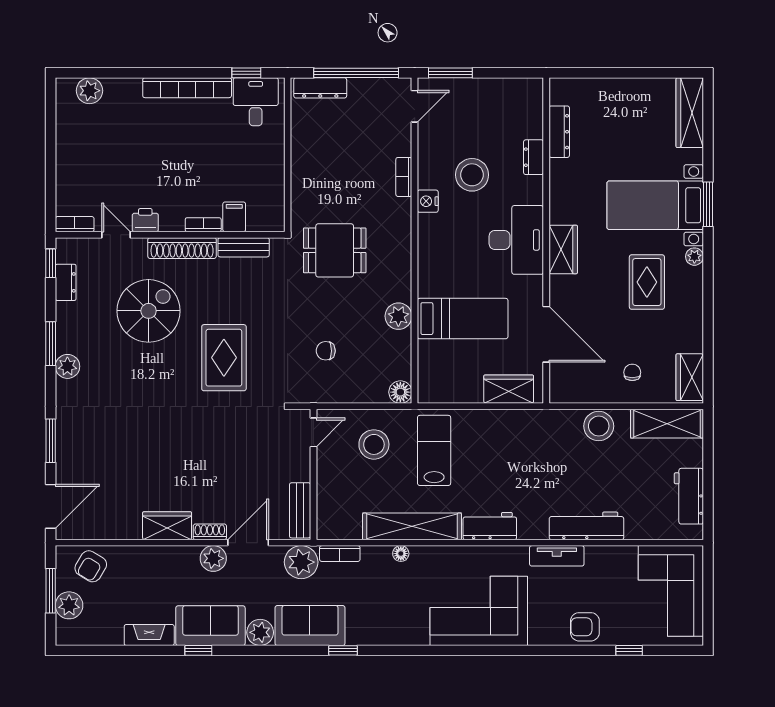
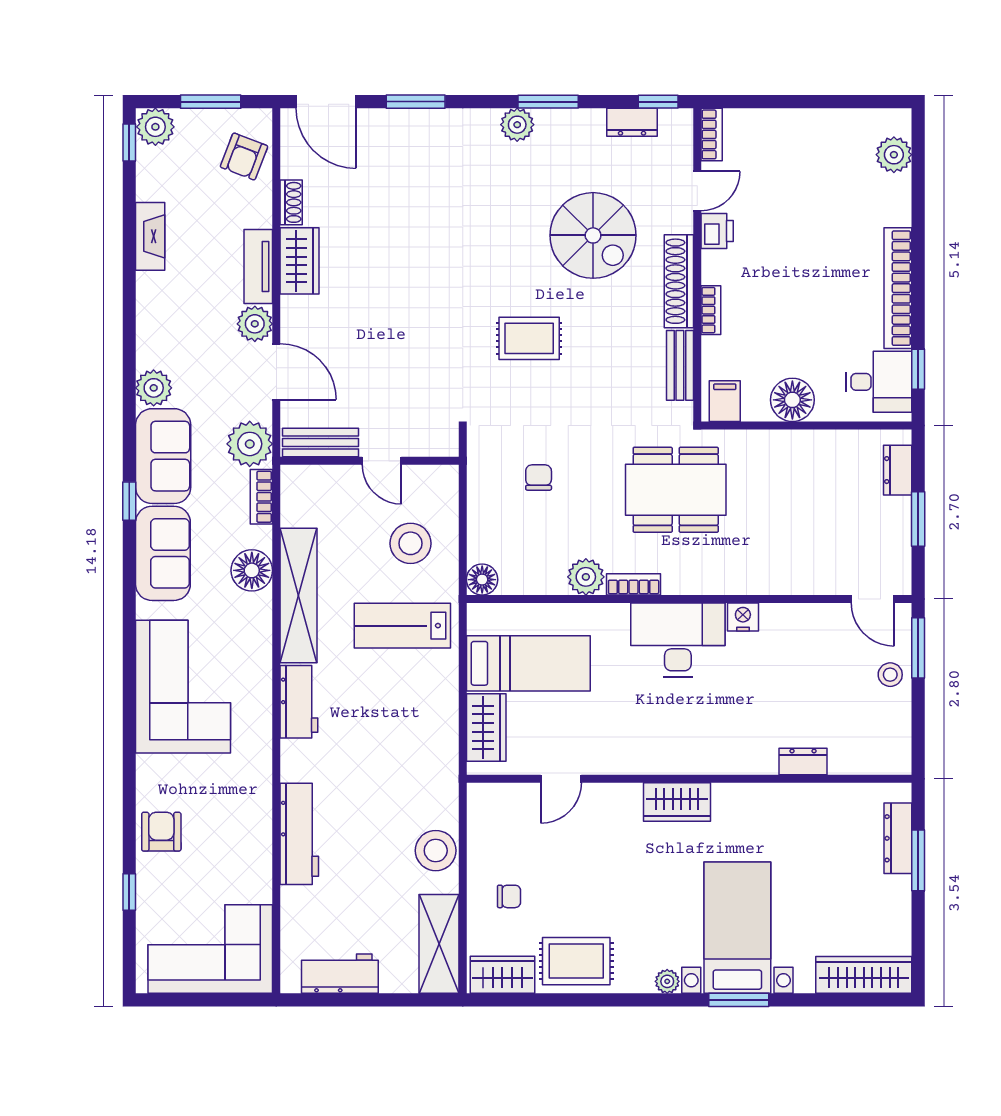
window: (356, 73) -> (918, 519), width x0.47
window: (606, 73) -> (918, 860), added
dresser: (320, 88) -> (898, 470), width x0.70
dresser: (559, 132) -> (898, 838), moved, turned 90
floor lamp: (269, 165) -> (792, 400), added
stool: (472, 175) -> (890, 675), moved, width x0.53, depth x0.53
bookcase: (404, 177) -> (634, 584), moved
filing cabinet: (234, 217) -> (725, 401), moved, turned -90
desk: (516, 240) -> (678, 640), moved, turned 180
dining table: (335, 250) -> (676, 490), width x1.38
rug: (647, 282) -> (576, 961), moved
bed: (463, 319) -> (528, 663), moved, turned -90
door: (546, 334) -> (561, 779), width x0.53
rug: (224, 358) -> (529, 338), width x0.73, depth x0.70
door: (313, 432) -> (382, 461), moved
lab bench: (434, 450) -> (402, 626), turned 180
shoe rack: (210, 532) -> (291, 202), moved
floor lamp: (401, 554) -> (252, 570), width x1.89, depth x1.89
tv unit: (557, 556) -> (258, 266), moved
armchair: (91, 566) -> (244, 156), turned -100
plant: (69, 605) -> (155, 127), moved
sofa: (210, 626) -> (163, 553), moved
window: (198, 650) -> (129, 142), moved

